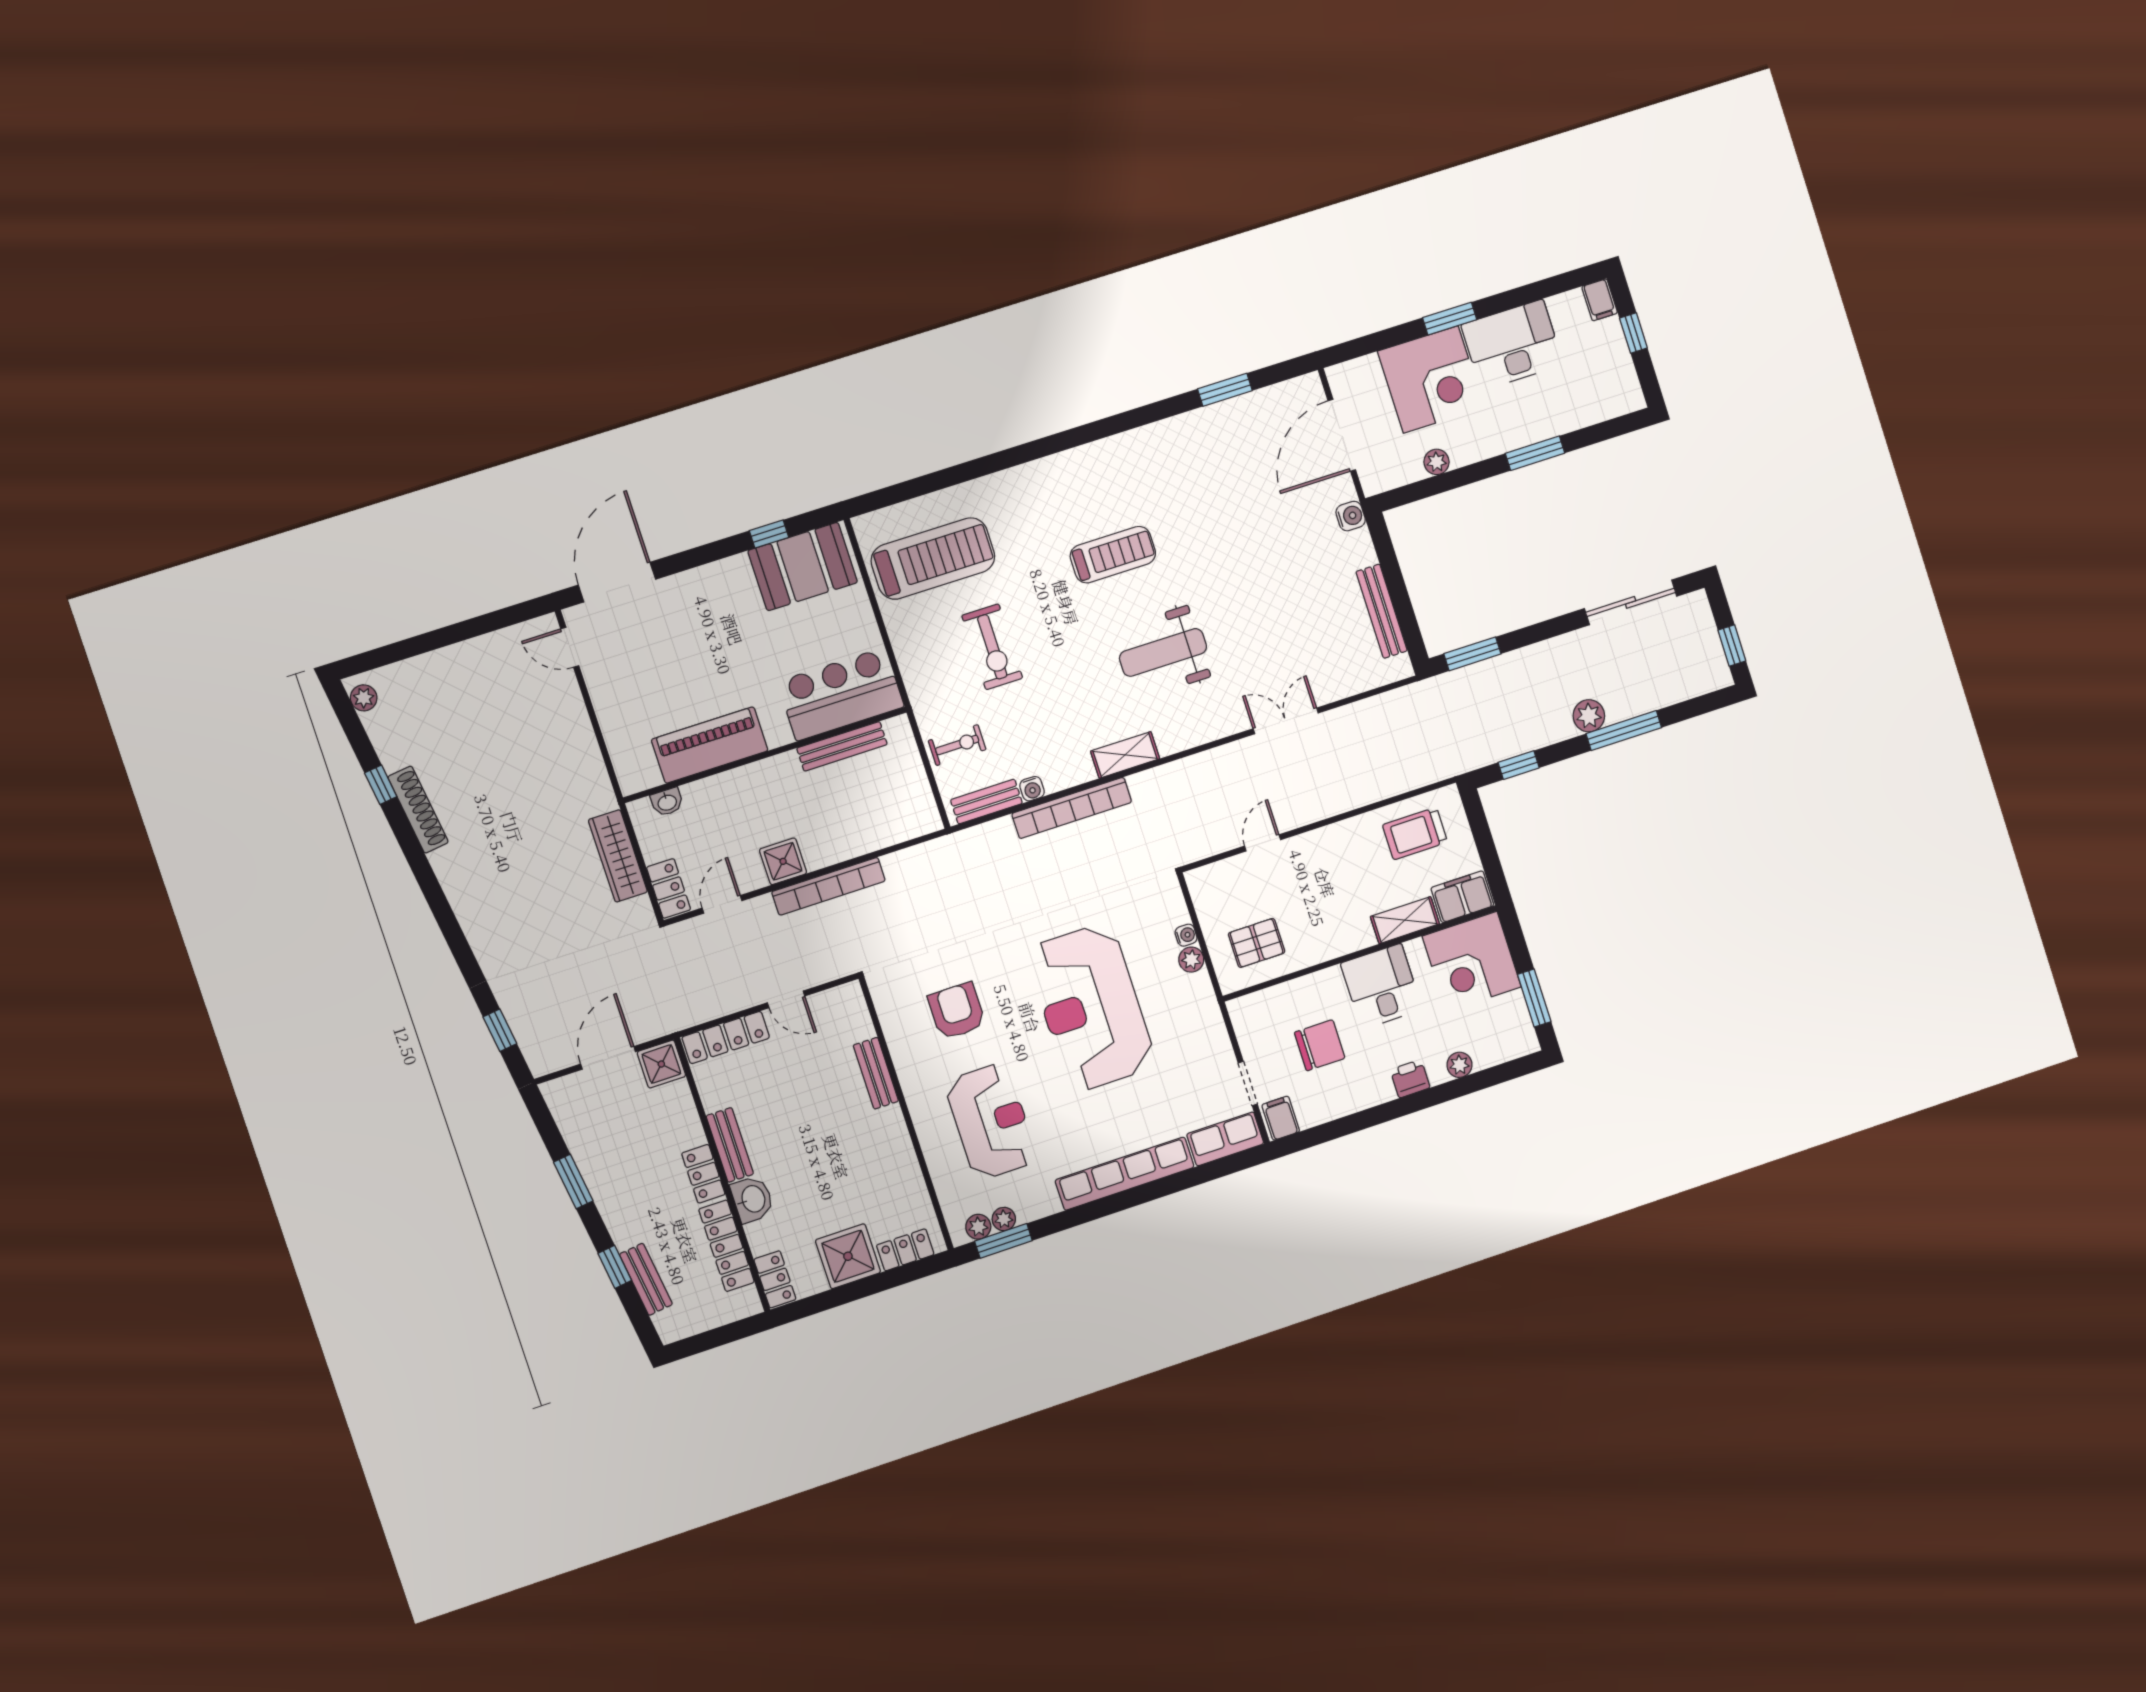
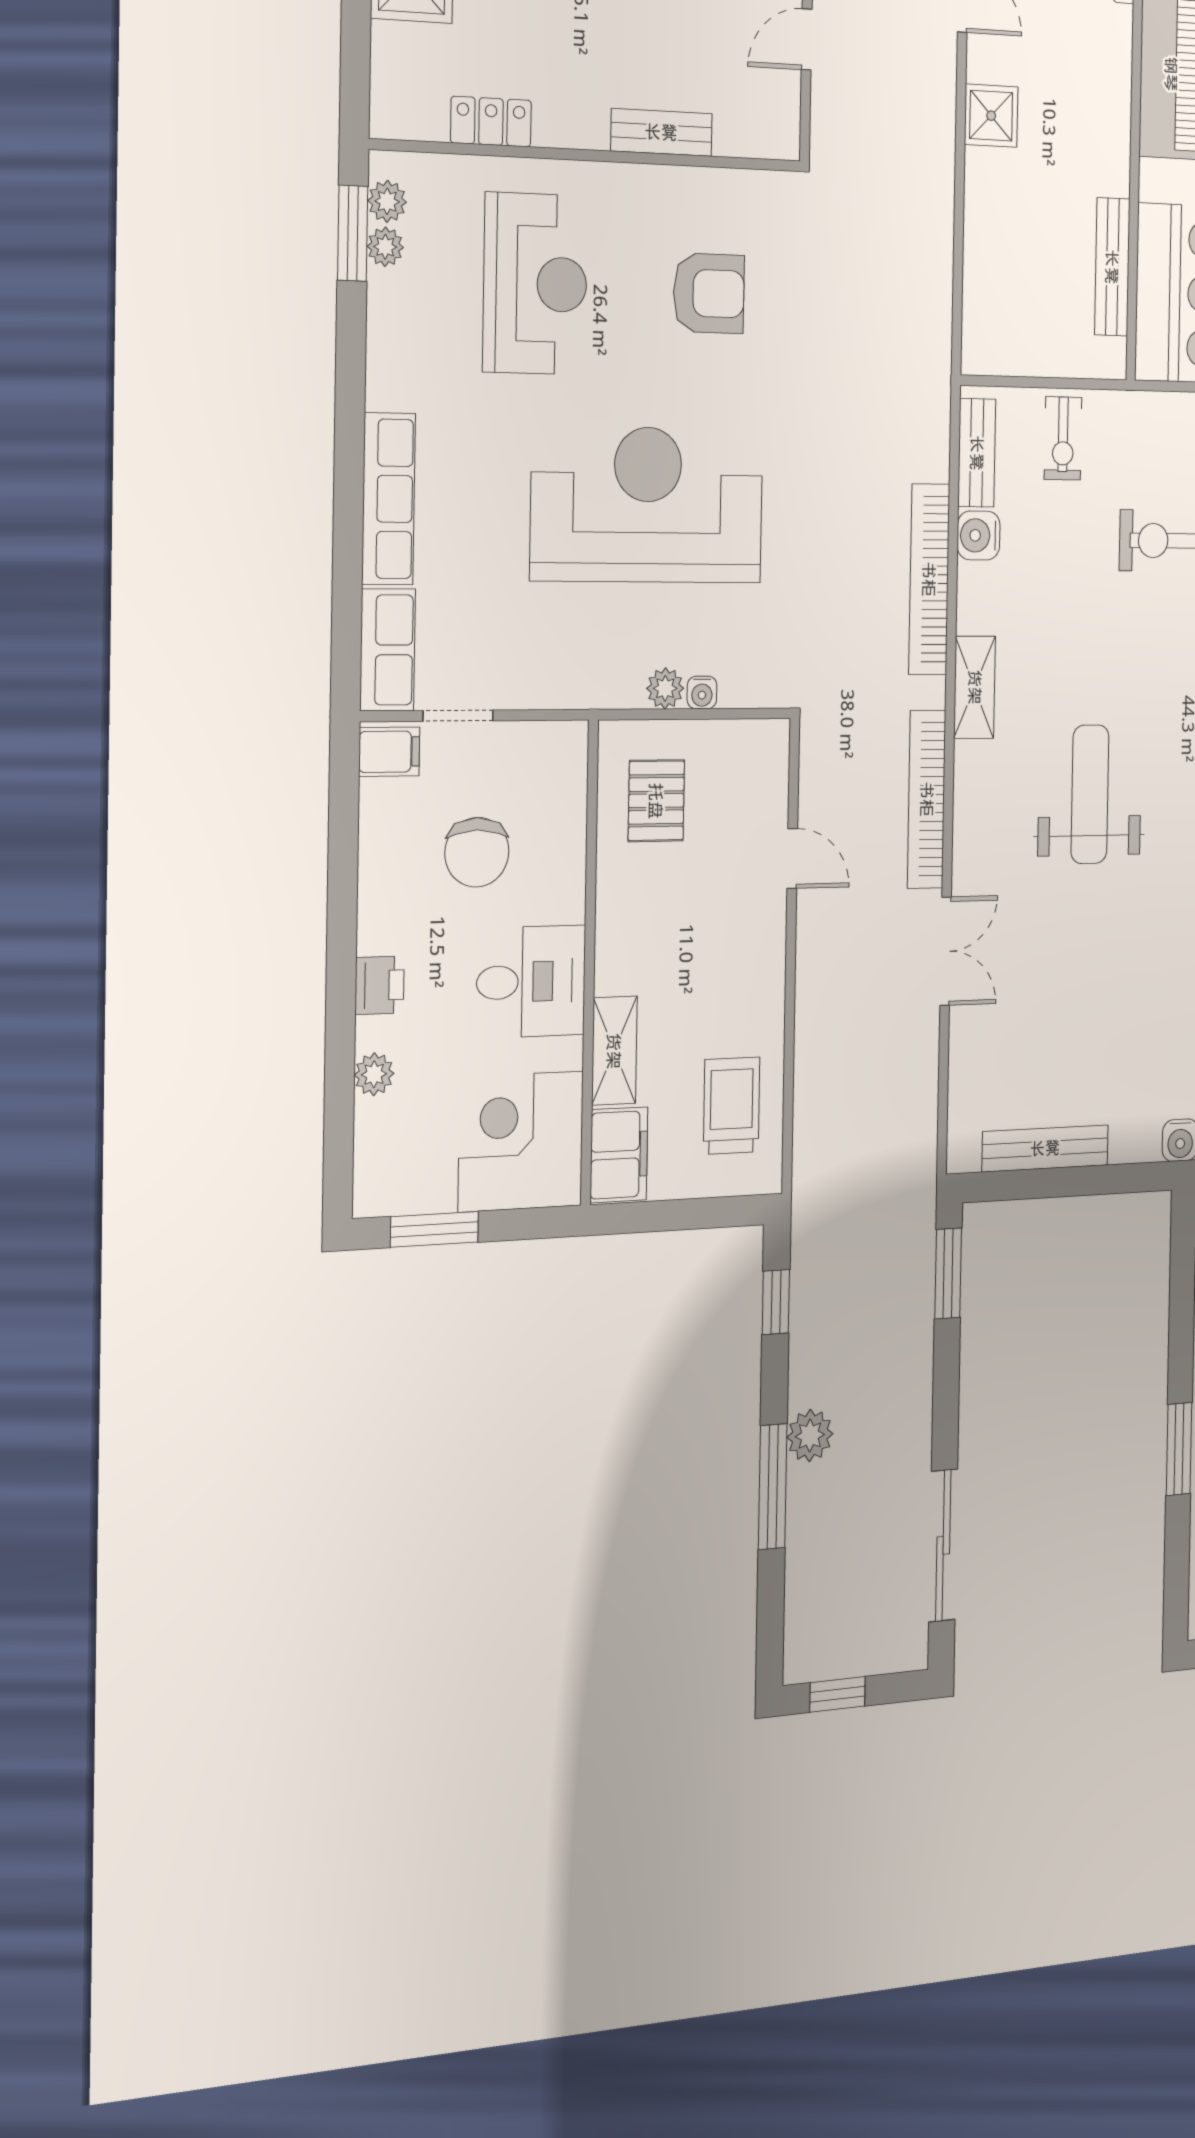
water cooler: (1032, 789) -> (979, 535), width x1.38, depth x1.38
bookcase: (828, 886) -> (927, 799), moved
reception desk: (991, 1121) -> (535, 284), turned -90
row of seats: (1125, 1174) -> (389, 499), width x0.73
locker: (905, 1250) -> (491, 122), moved, turned -90

